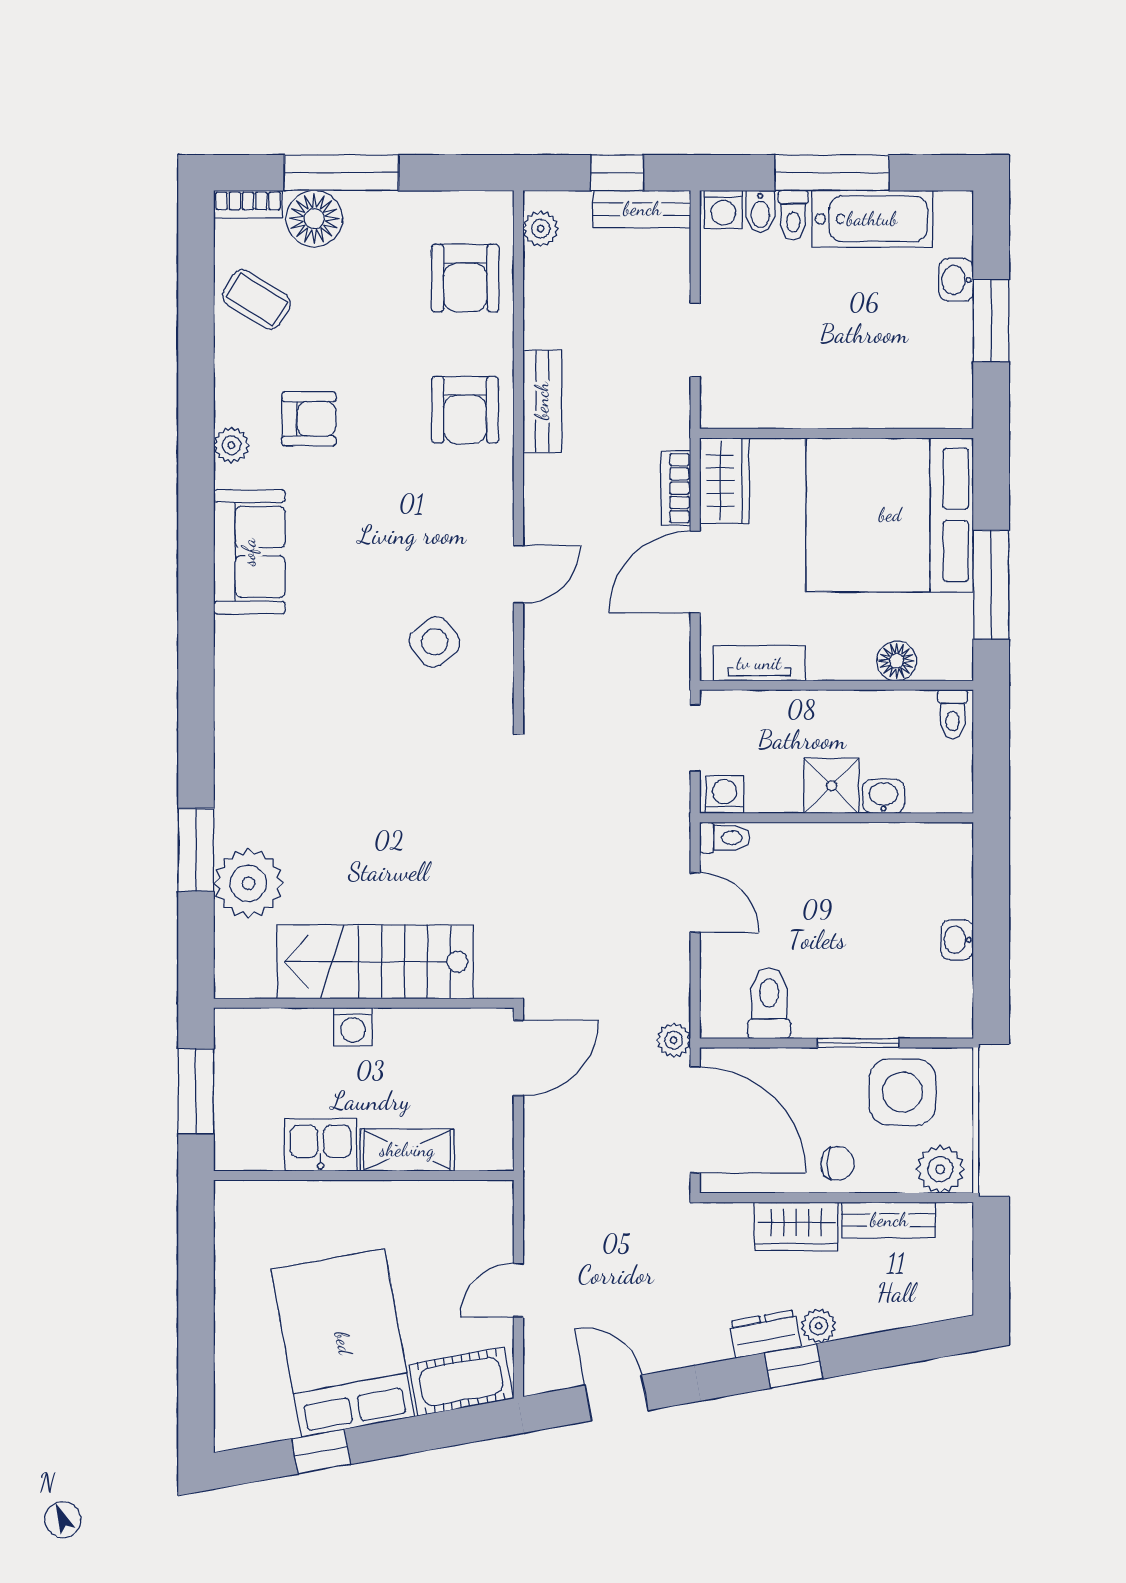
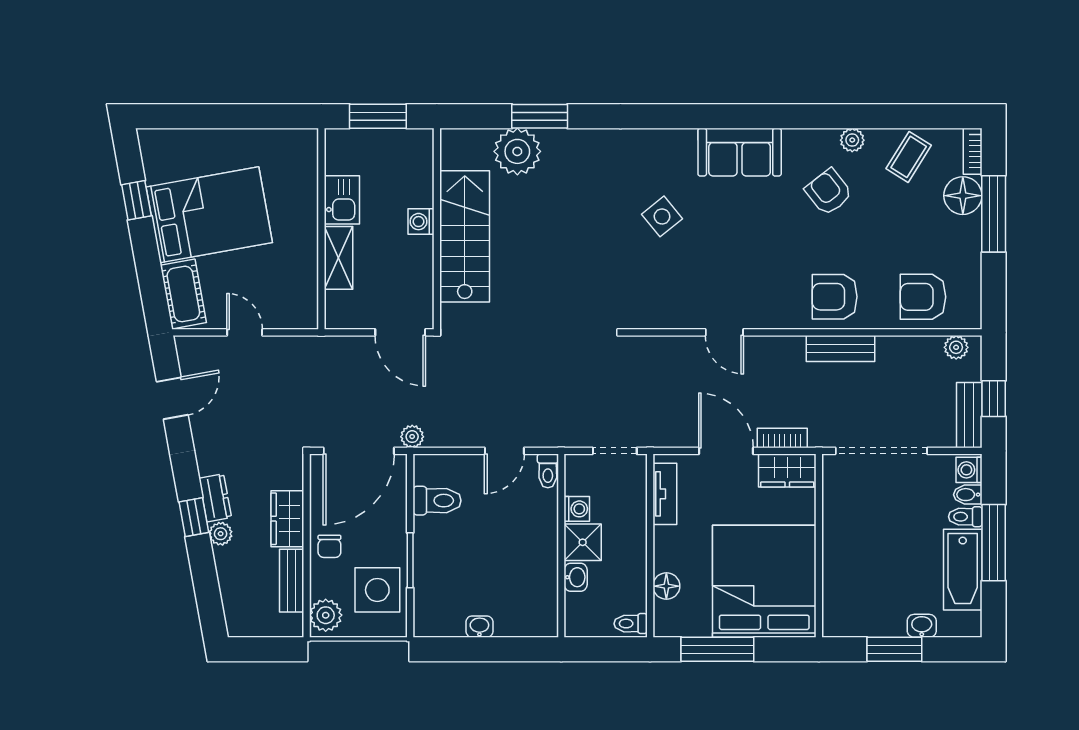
doorway: (695, 340) -> (881, 451), width x1.87
armchair: (309, 419) -> (829, 192), turned 142
plant: (231, 445) -> (852, 140), moved
side table: (435, 642) -> (662, 216), moved
washing machine: (725, 795) -> (577, 509), moved

